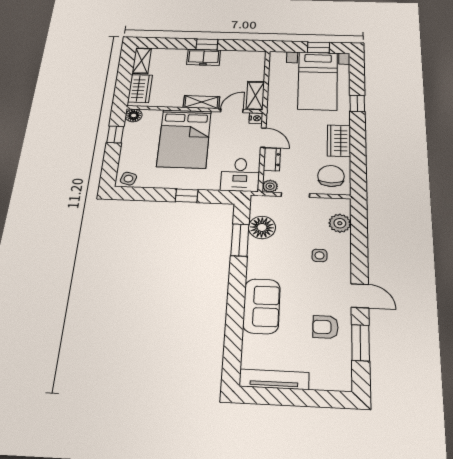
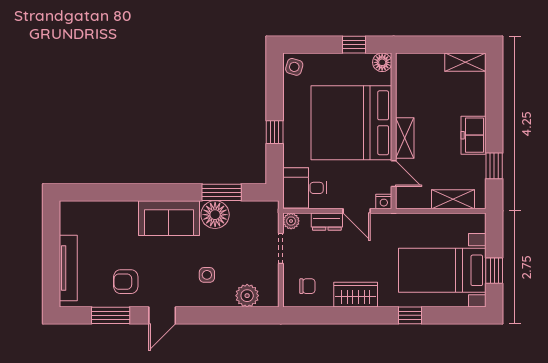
window: (207, 44) -> (494, 166), moved
wardrobe: (140, 89) -> (422, 65), removed
shelving: (255, 96) -> (453, 199), moved
door: (263, 138) -> (357, 211), hinge flipped
bed: (184, 139) -> (351, 123), width x1.36
chair: (331, 176) -> (307, 286), width x0.54, depth x0.54
floor lamp: (262, 227) -> (215, 215), moved
sofa: (261, 306) -> (169, 218), moved
armchair: (325, 327) -> (126, 282), turned -90
tv unit: (274, 379) -> (68, 268), moved

